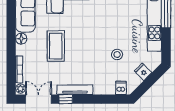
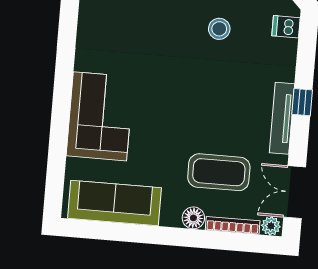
floor lamp: (21, 39) -> (193, 218), moved
coffee table: (56, 46) -> (219, 172), moved
window: (66, 99) -> (302, 102), moved

